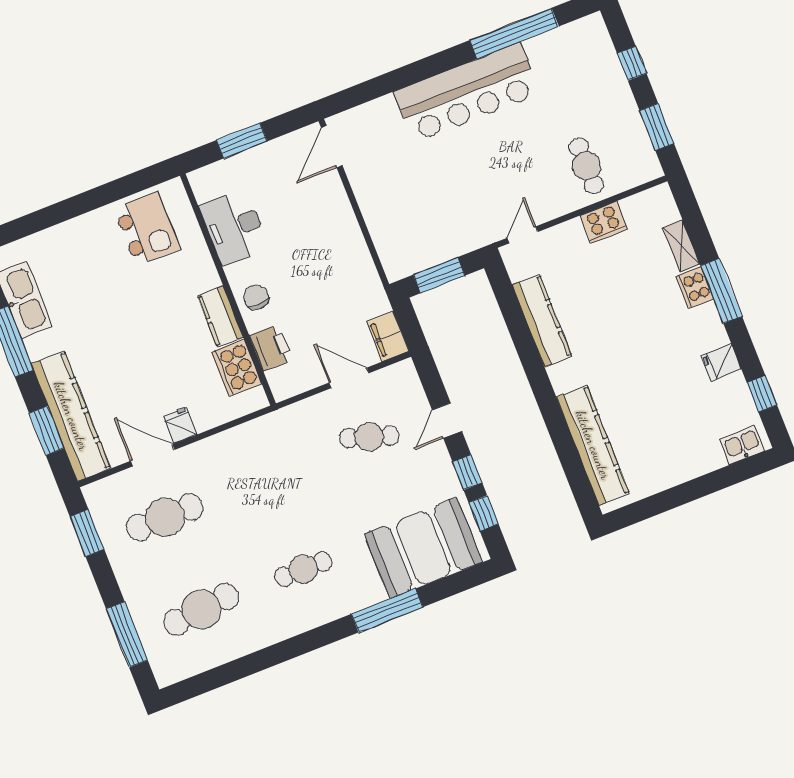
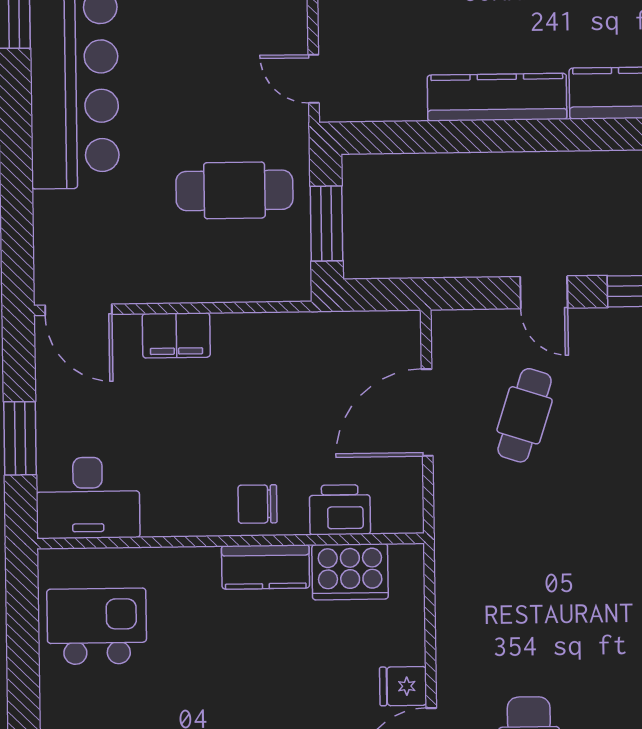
cafe table: (438, 213) -> (234, 190), added
desk: (234, 227) -> (88, 498), moved
kitchen counter: (542, 321) -> (497, 97), moved
filing cabinet: (388, 336) -> (176, 335), moved
door: (349, 378) -> (427, 413), width x1.36

